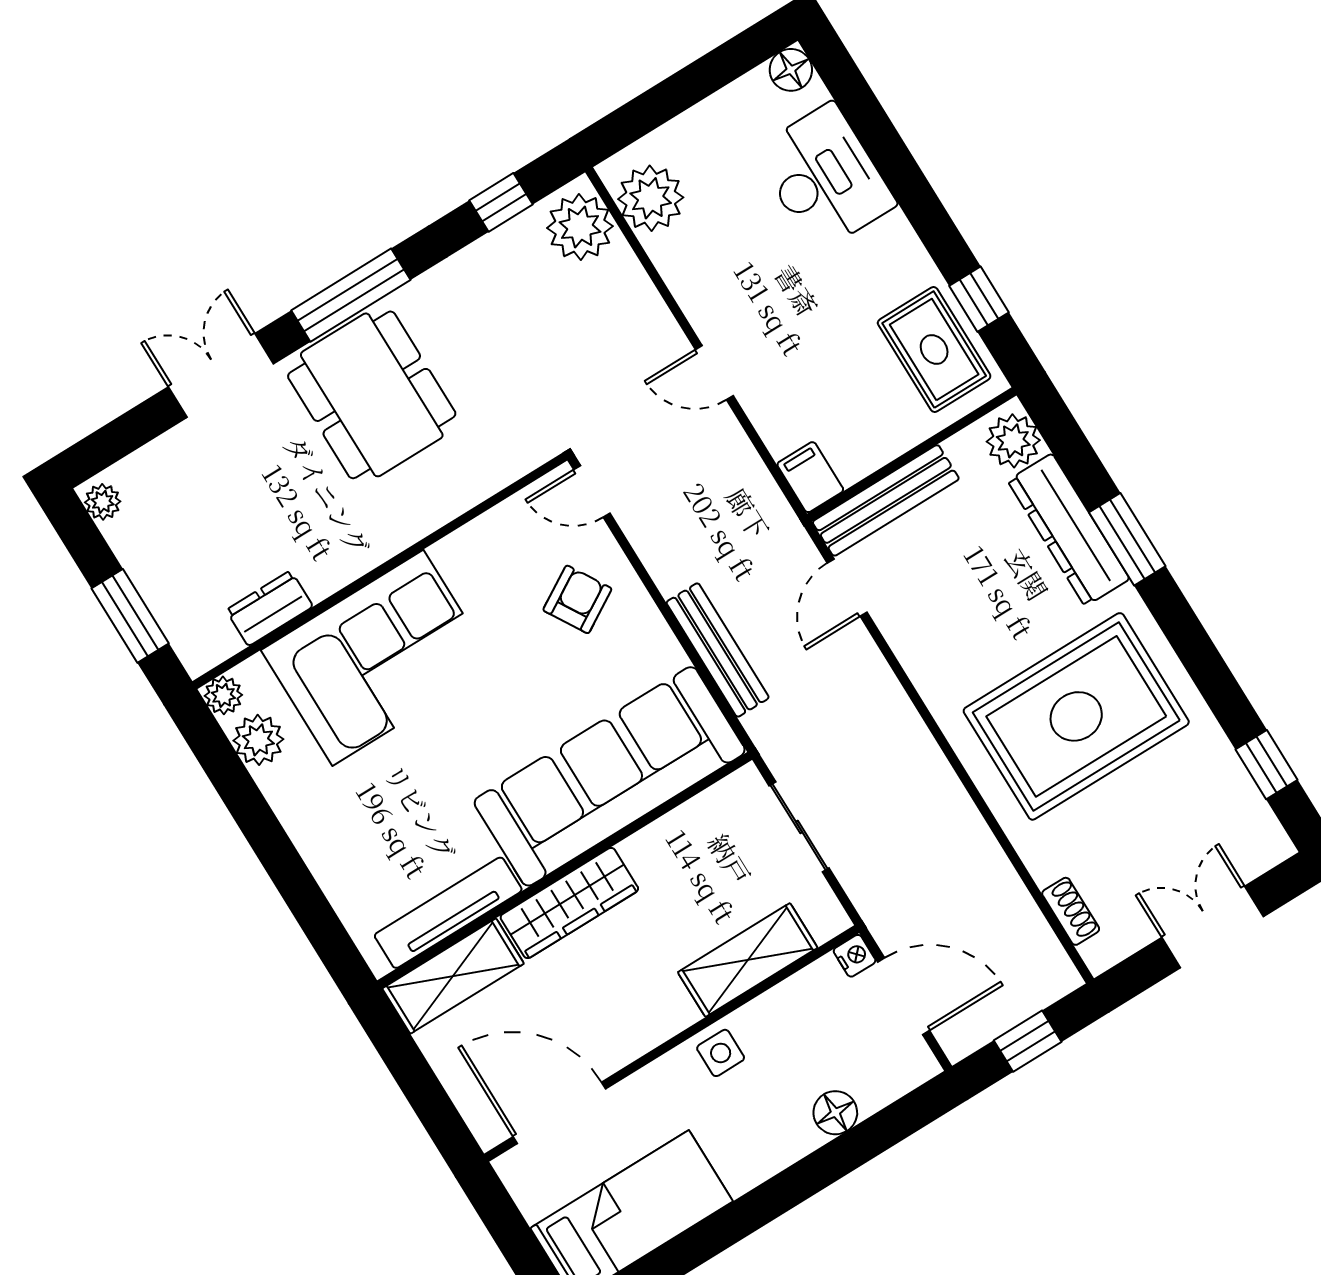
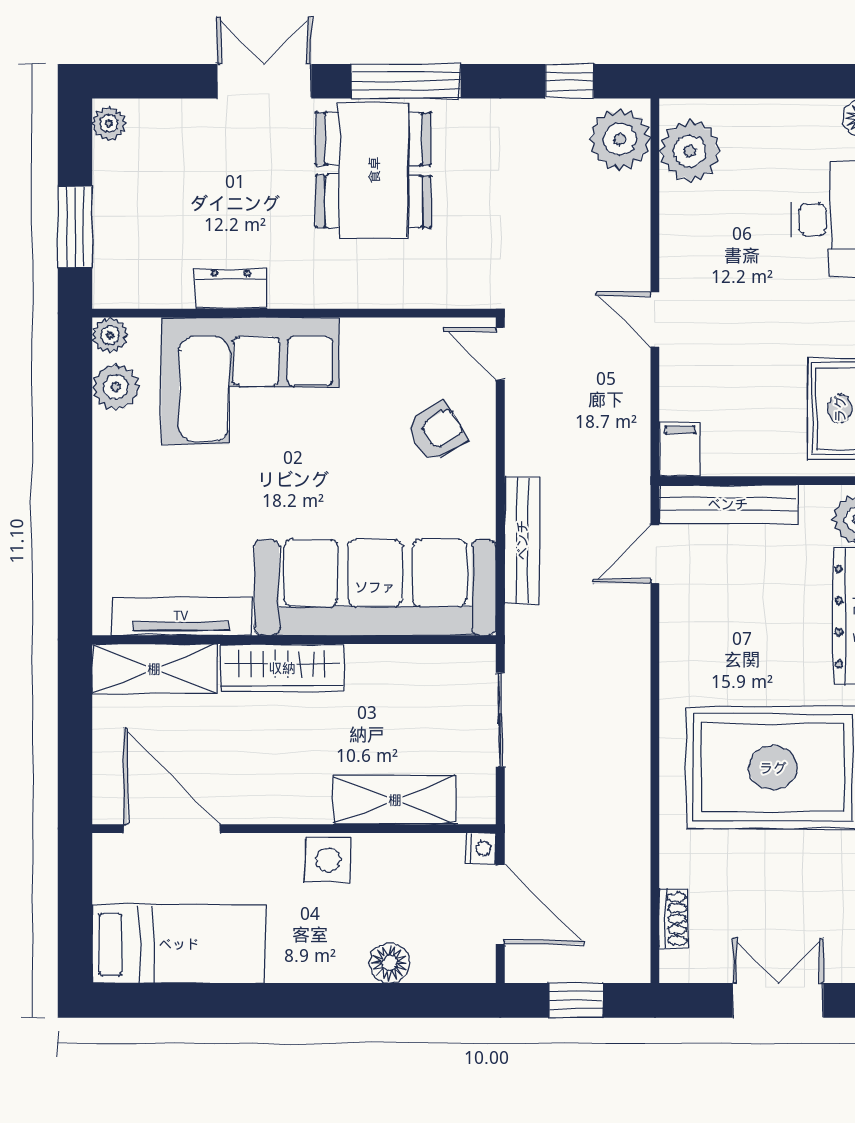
dresser: (270, 608) -> (231, 289), moved
side table: (721, 1053) -> (328, 860), width x1.37, depth x1.37

